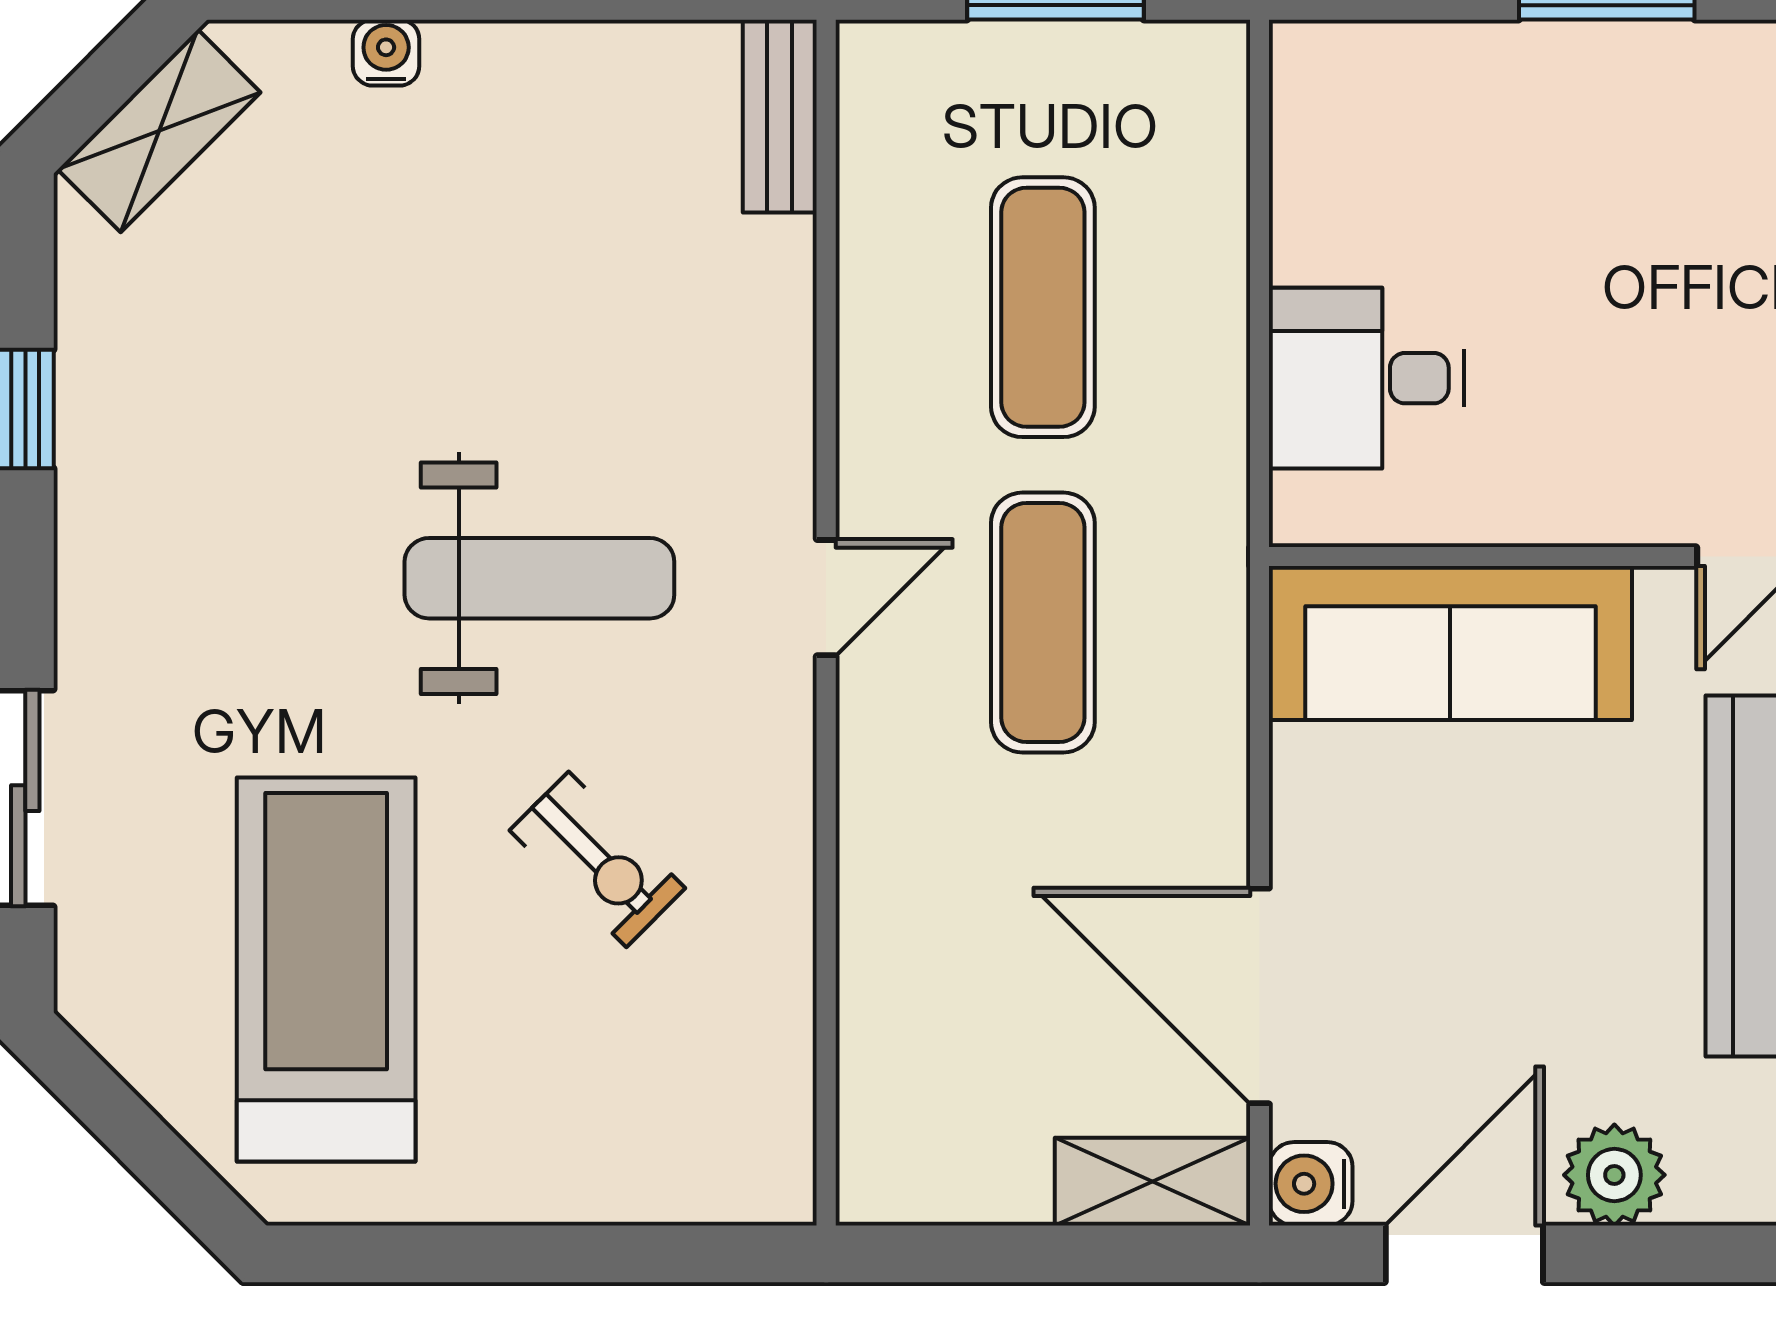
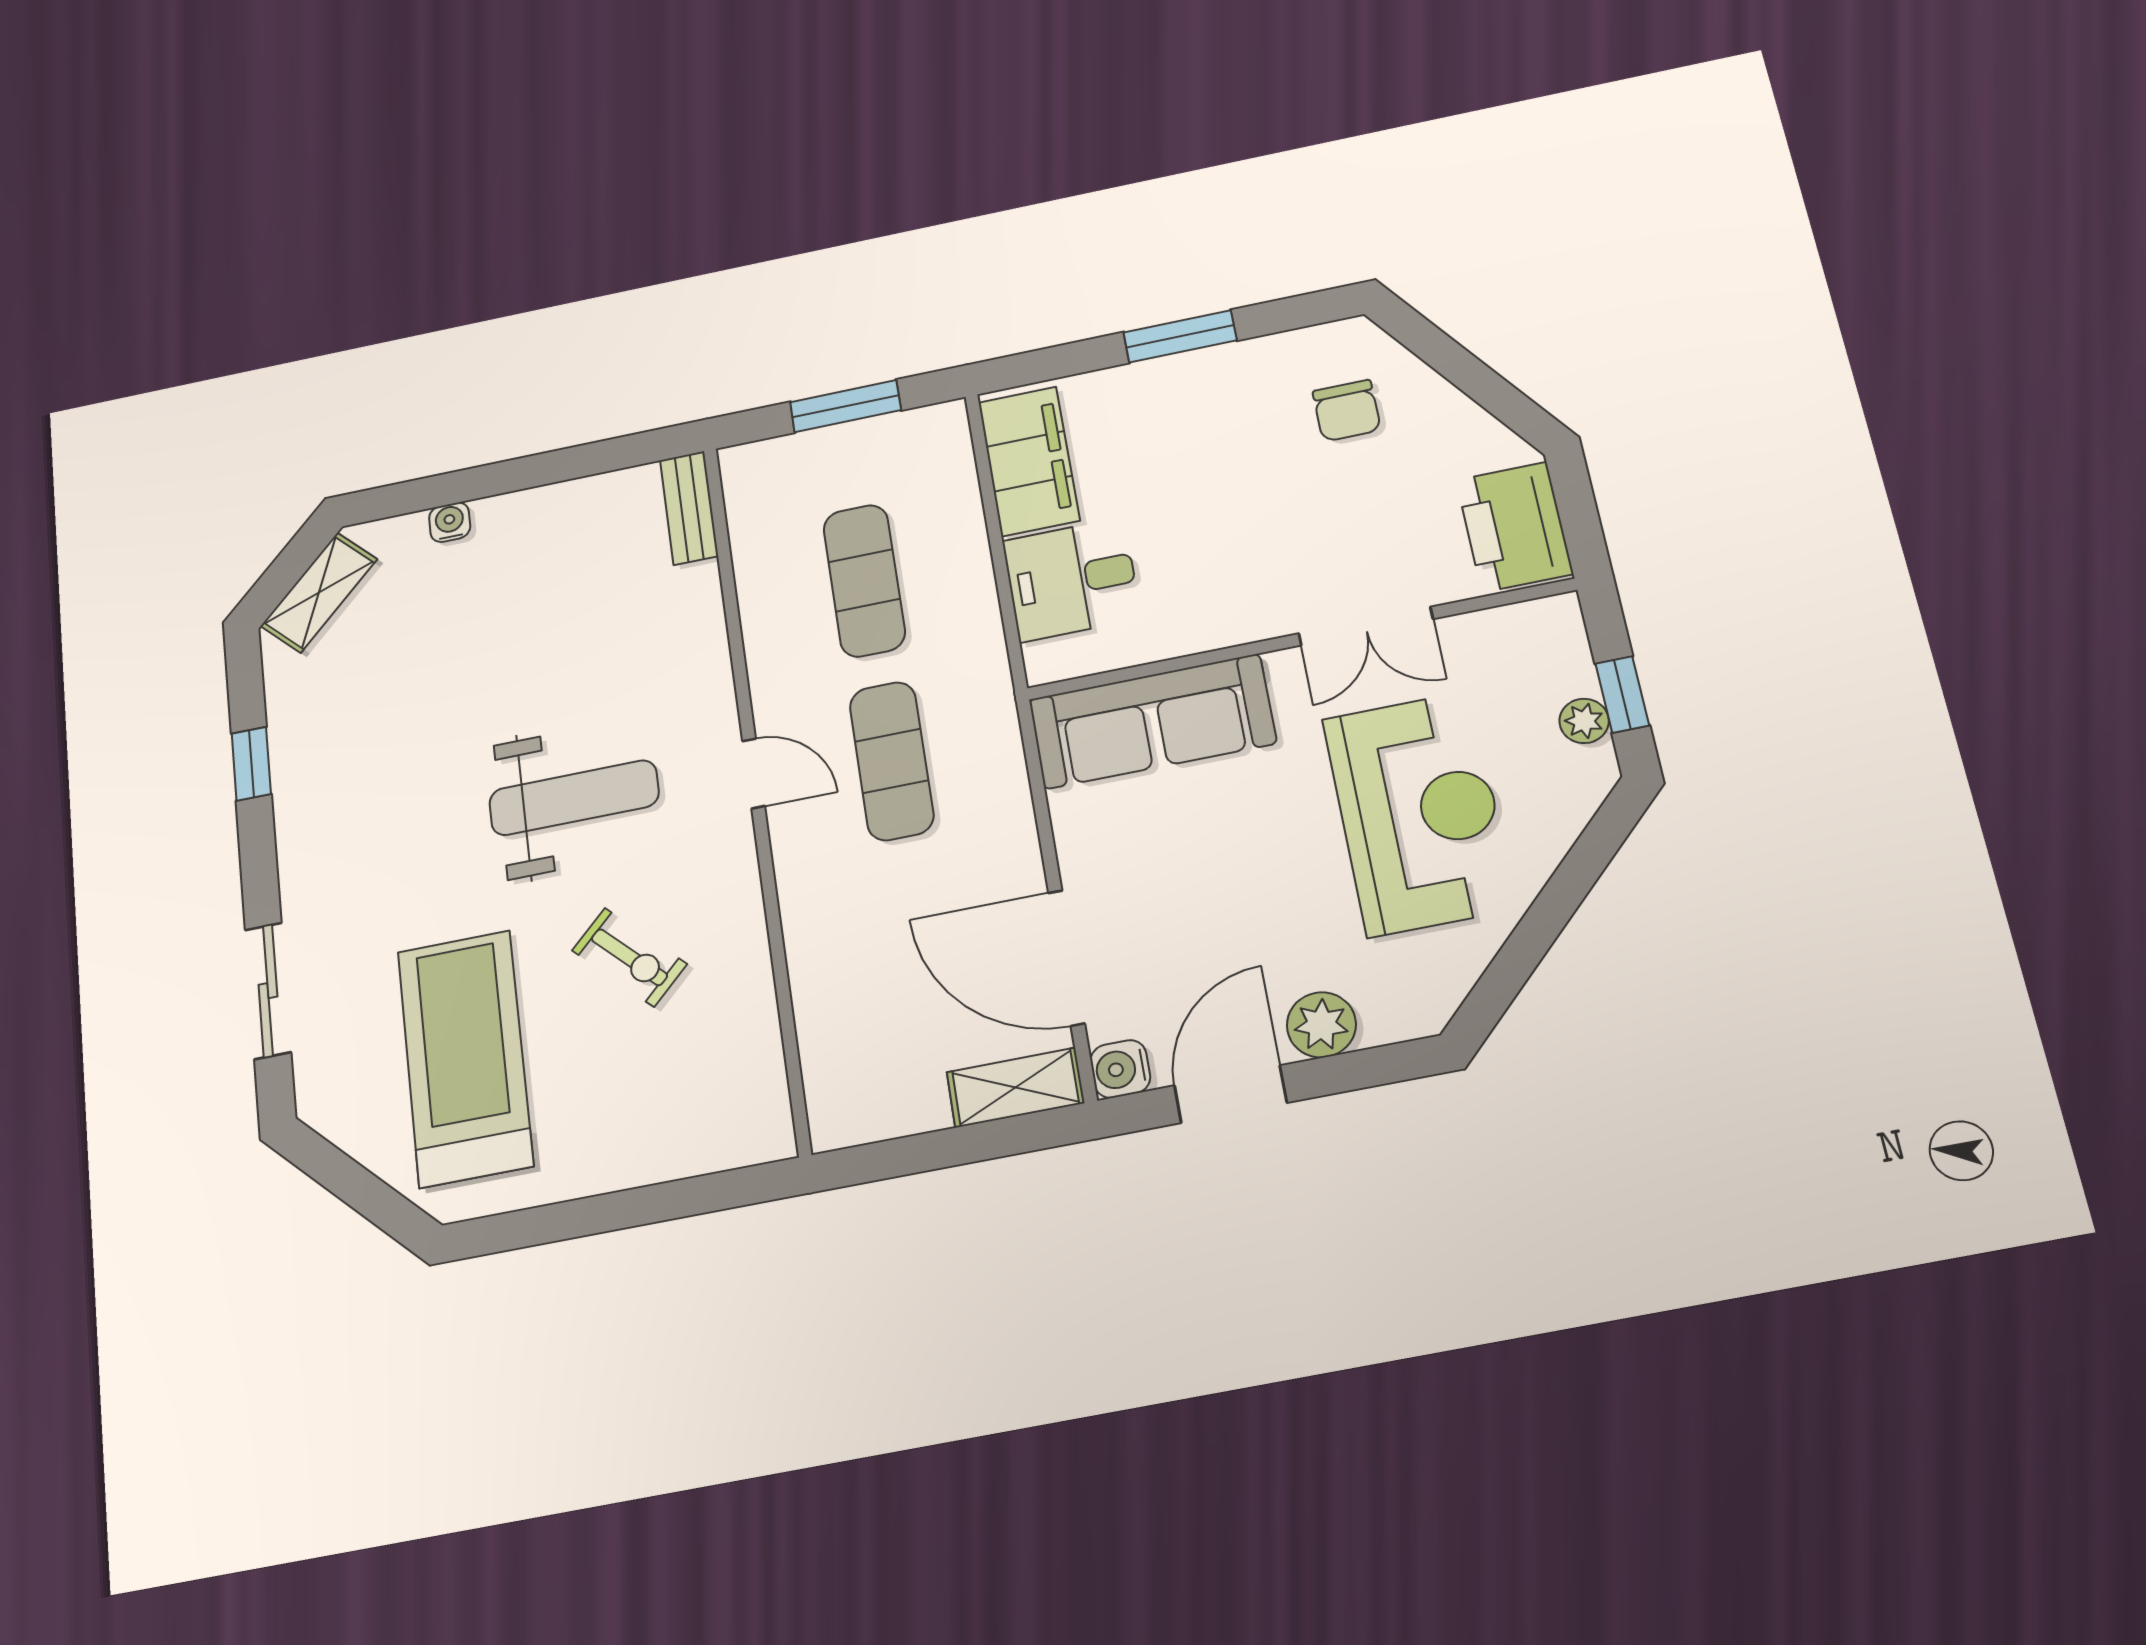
filing cabinet: (1333, 158) -> (1029, 461), added
door: (826, 598) -> (754, 773), hinge flipped

